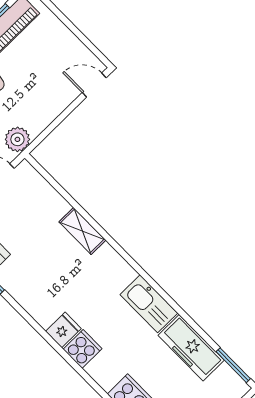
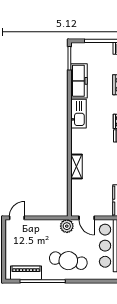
door: (94, 85) -> (17, 218), swing flipped

